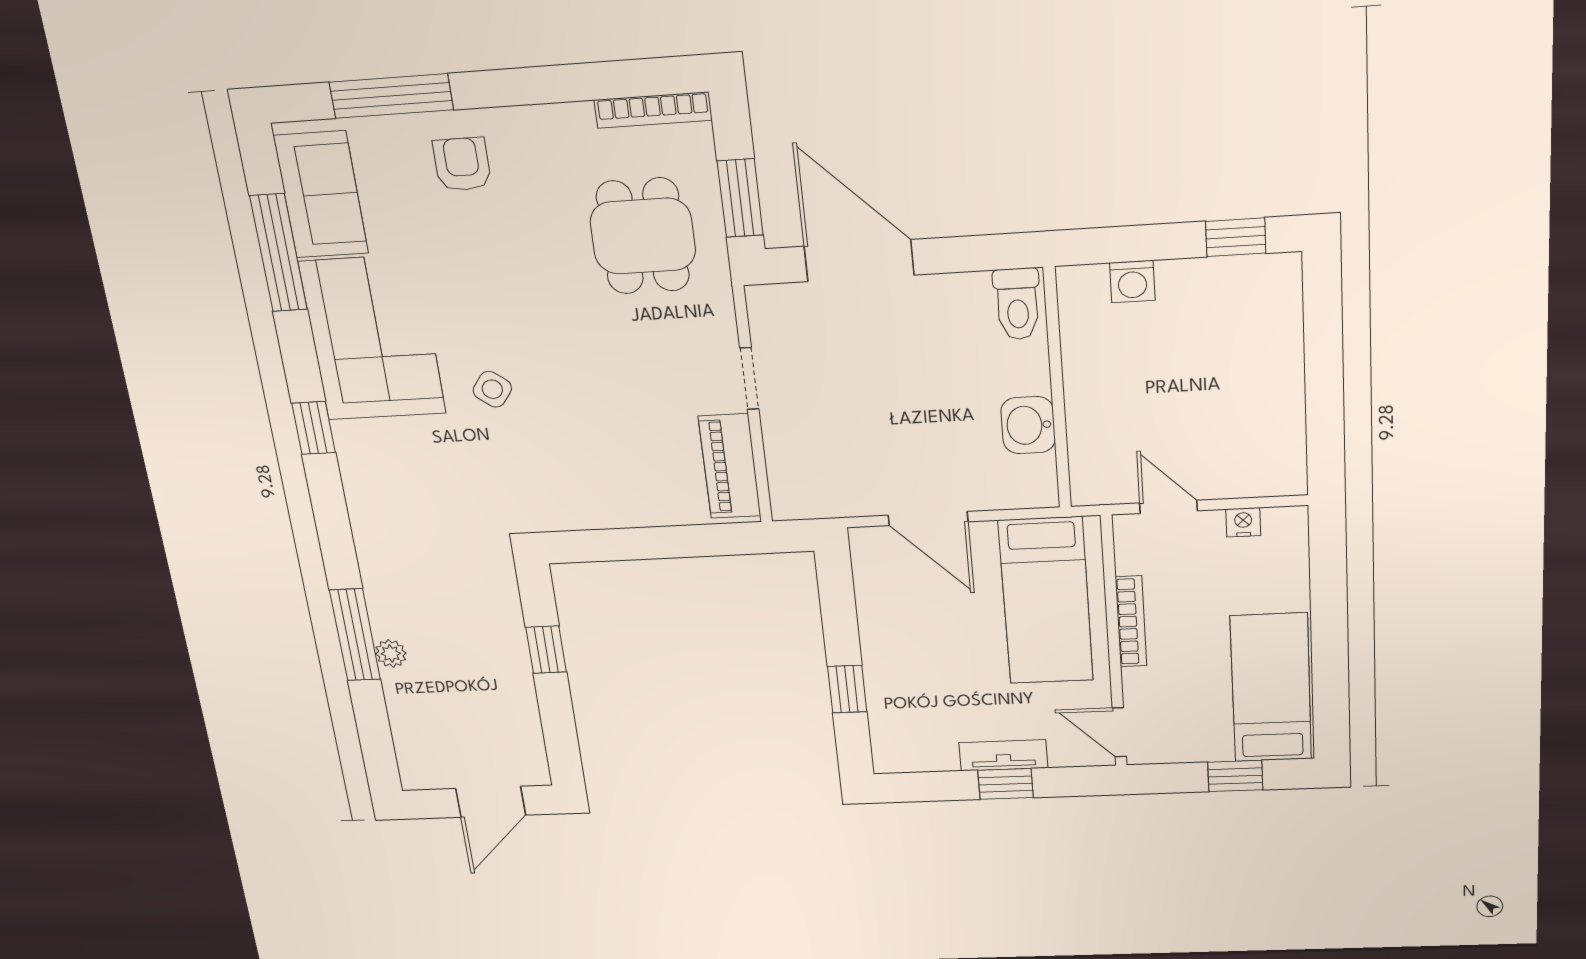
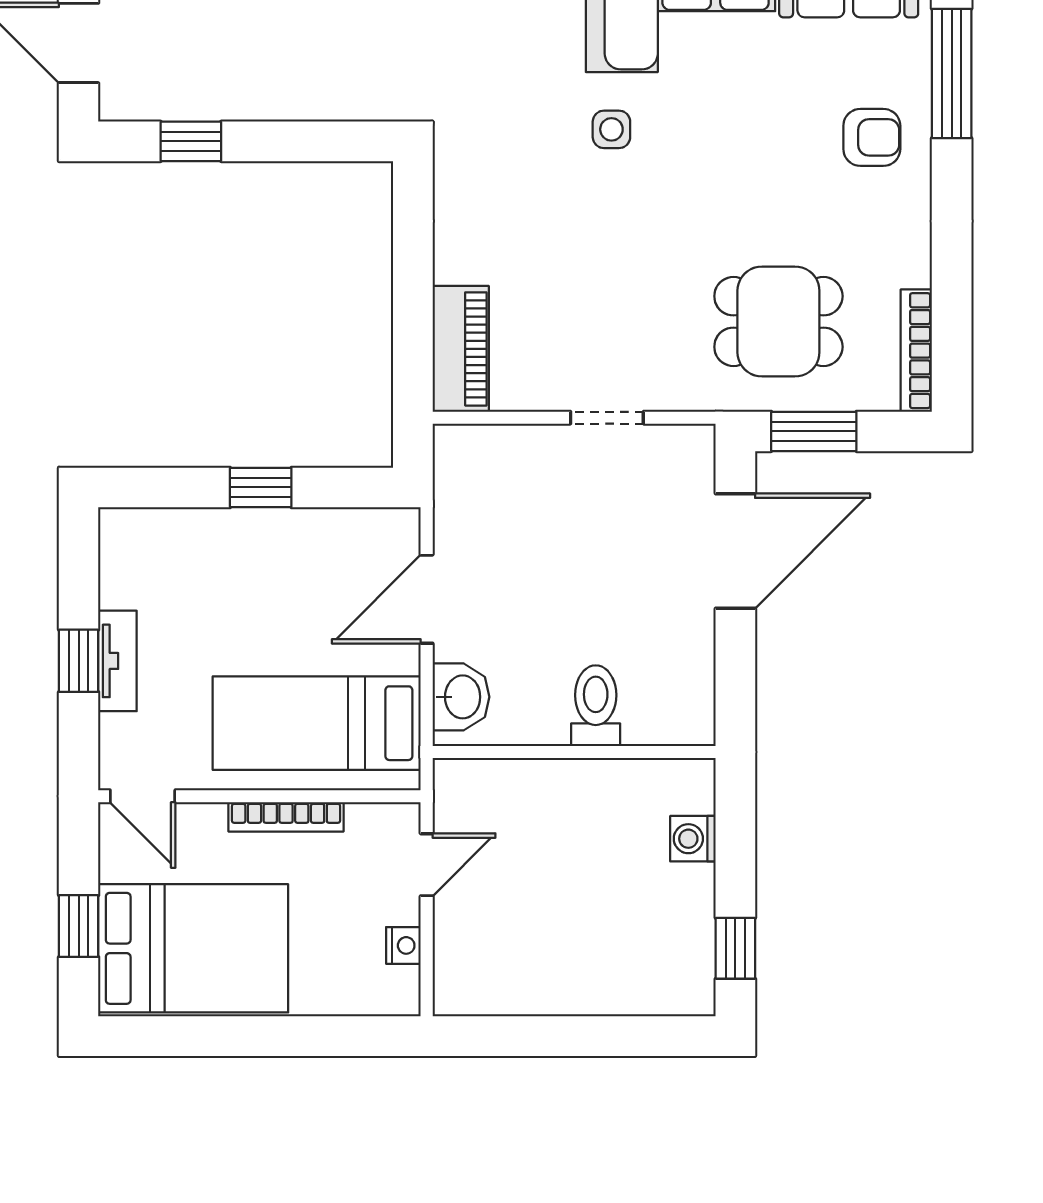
toilet: (1017, 304) -> (596, 706), moved, turned 90
side table: (492, 389) -> (611, 129), turned -37
washbasin: (1028, 425) -> (461, 697), moved, turned 90
piano: (730, 466) -> (461, 349), moved, turned 90
window: (546, 650) -> (191, 141), moved
bed: (1271, 688) -> (193, 948), width x1.50
window: (847, 689) -> (261, 487), moved
door: (1119, 732) -> (143, 796), swing flipped

